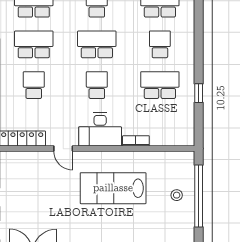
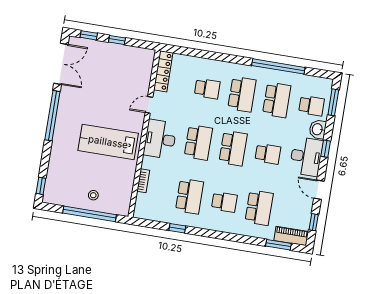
school desk: (97, 85) -> (198, 142), width x1.85
bookcase: (136, 141) -> (143, 181), moved
lab bench: (113, 188) -> (108, 142), turned -90

